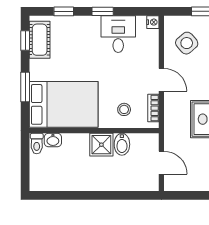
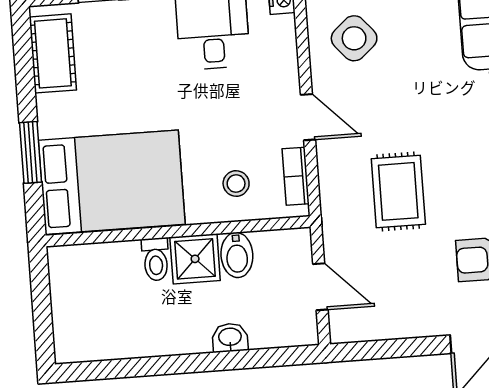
window: (25, 40) -> (24, 57), removed
washbasin: (53, 140) -> (230, 338), moved, turned 180
toilet: (37, 144) -> (156, 259), moved

